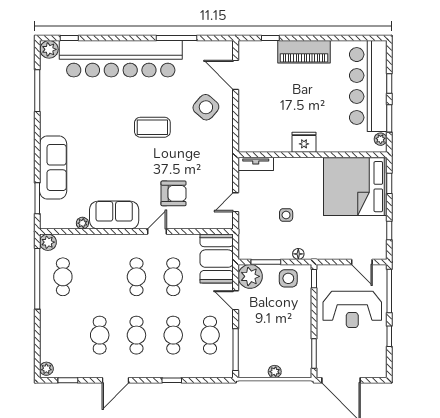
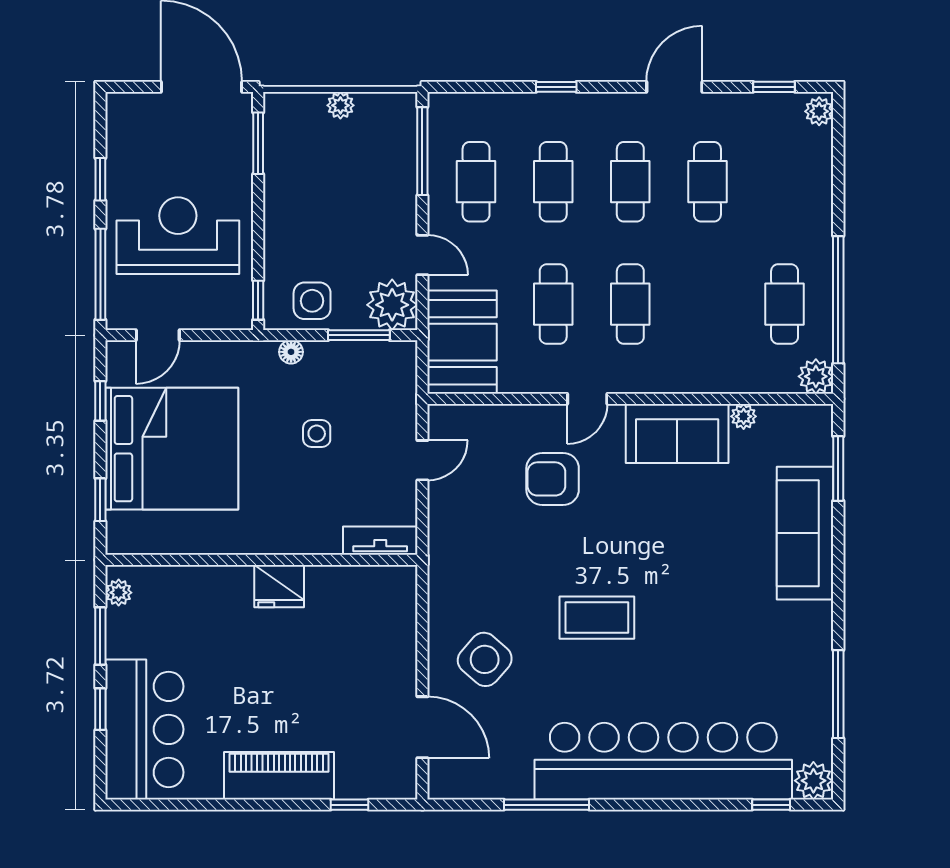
bar counter: (368, 86) -> (144, 729), width x0.73
bed: (355, 187) -> (172, 449), moved
door: (362, 262) -> (158, 335), swing flipped

